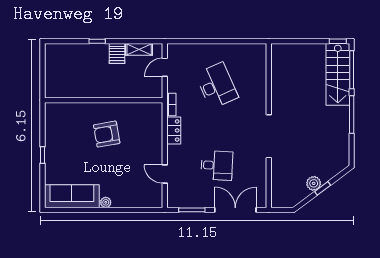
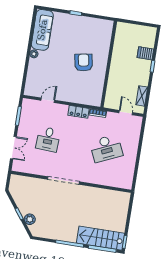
server rack: (117, 53) -> (145, 53), moved
plant: (314, 183) -> (30, 219), moved
double door: (235, 210) -> (13, 148), width x0.73

